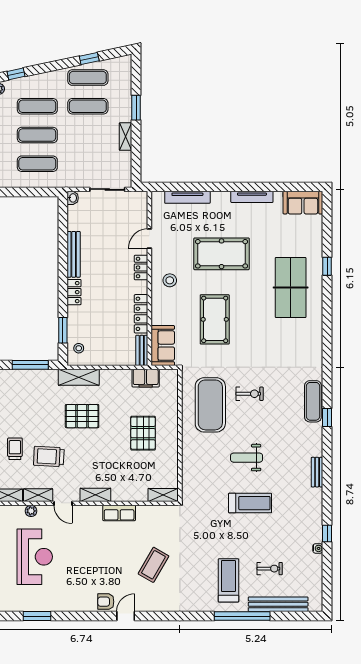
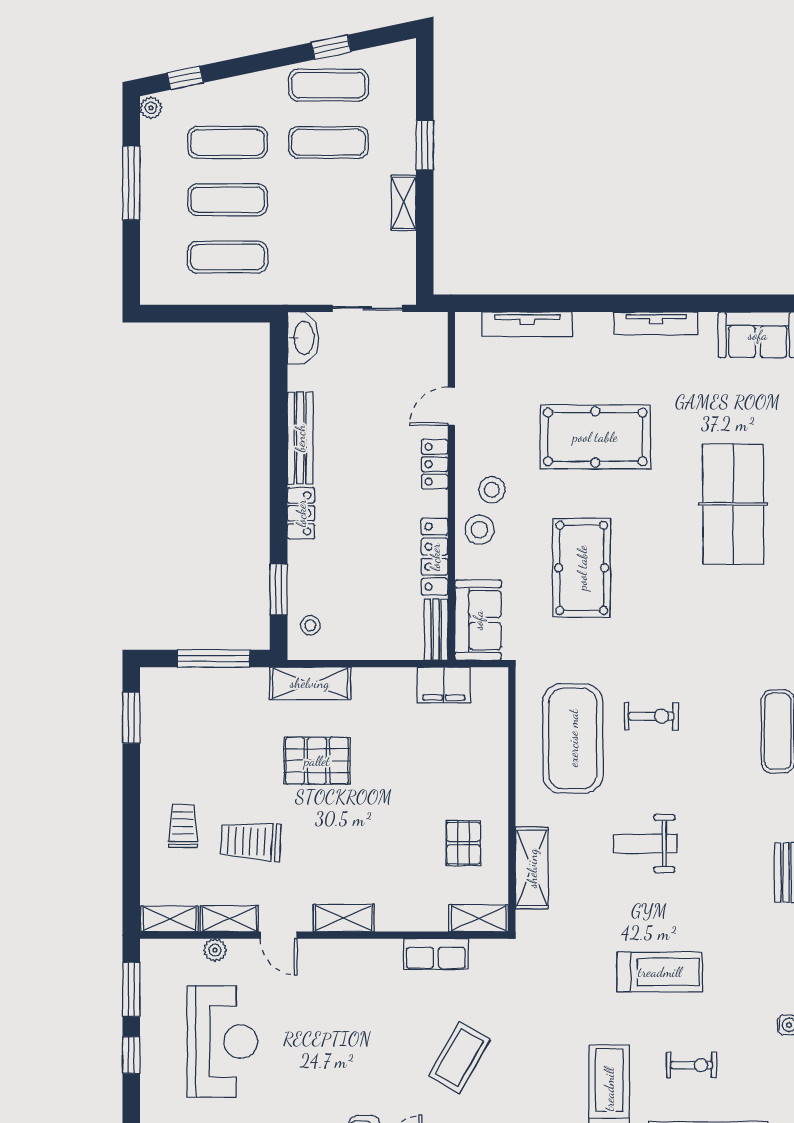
washbasin: (73, 198) -> (303, 338), width x1.91, depth x1.45
stool: (164, 300) -> (480, 530), added
pallet: (143, 433) -> (463, 843), moved, width x0.67, depth x0.71
shelving: (190, 470) -> (532, 868), added
treadmill: (250, 503) -> (660, 972), moved
row of seats: (119, 513) -> (436, 954), moved

